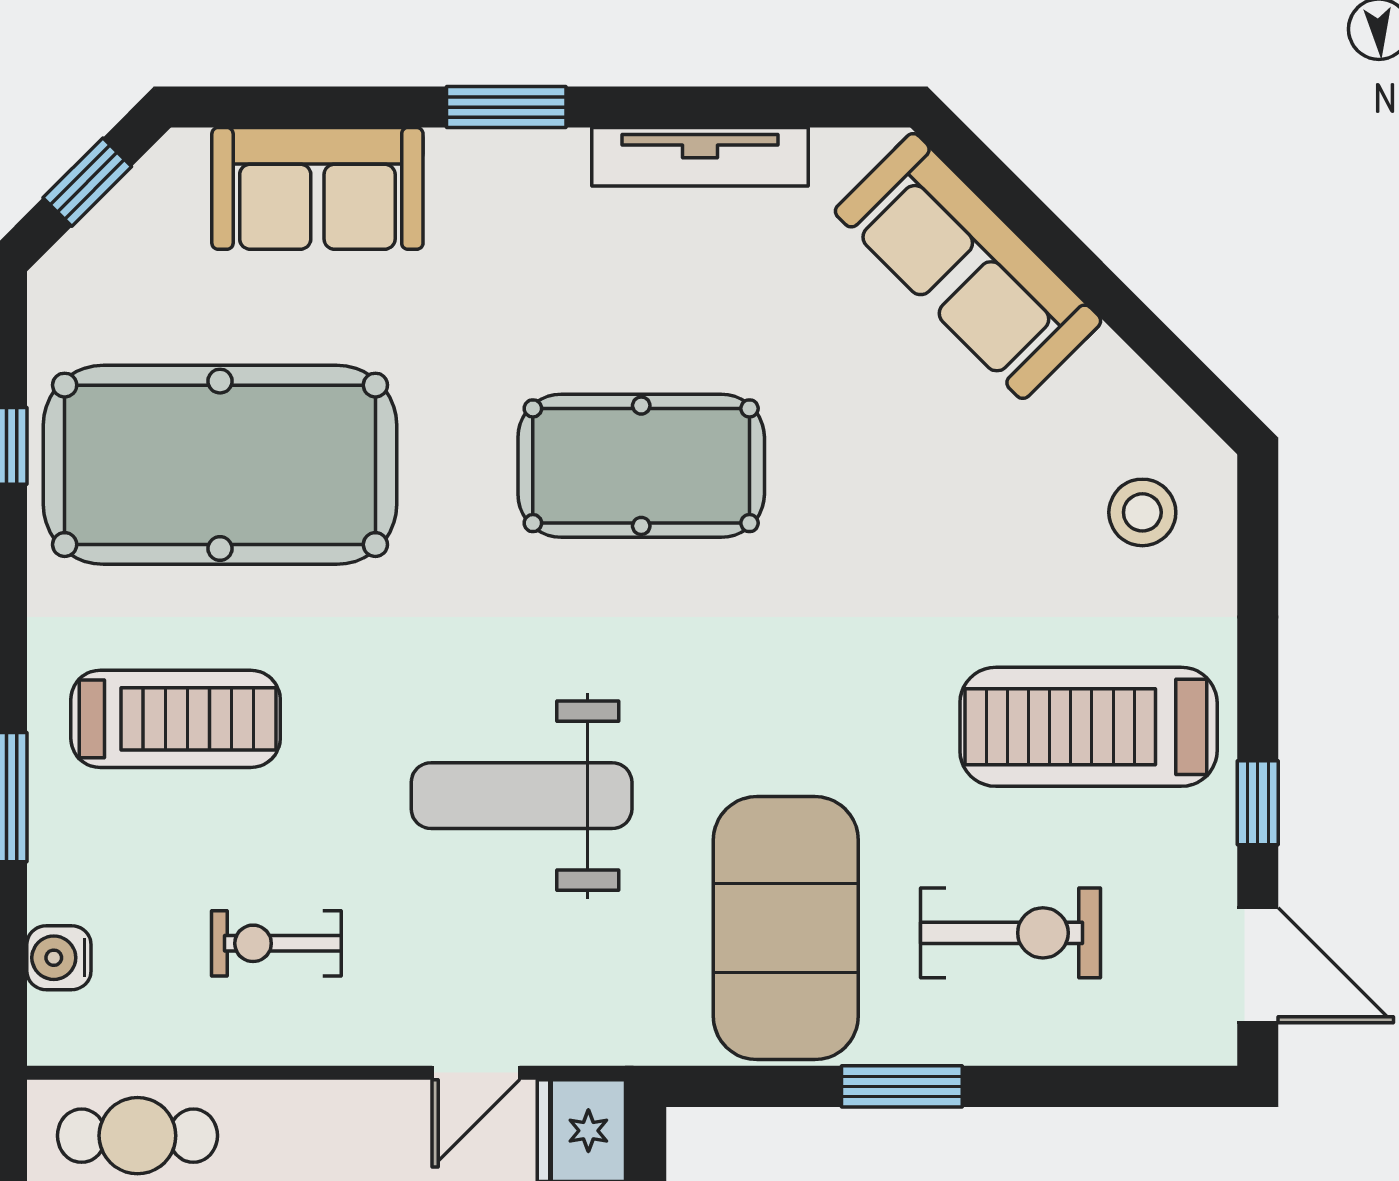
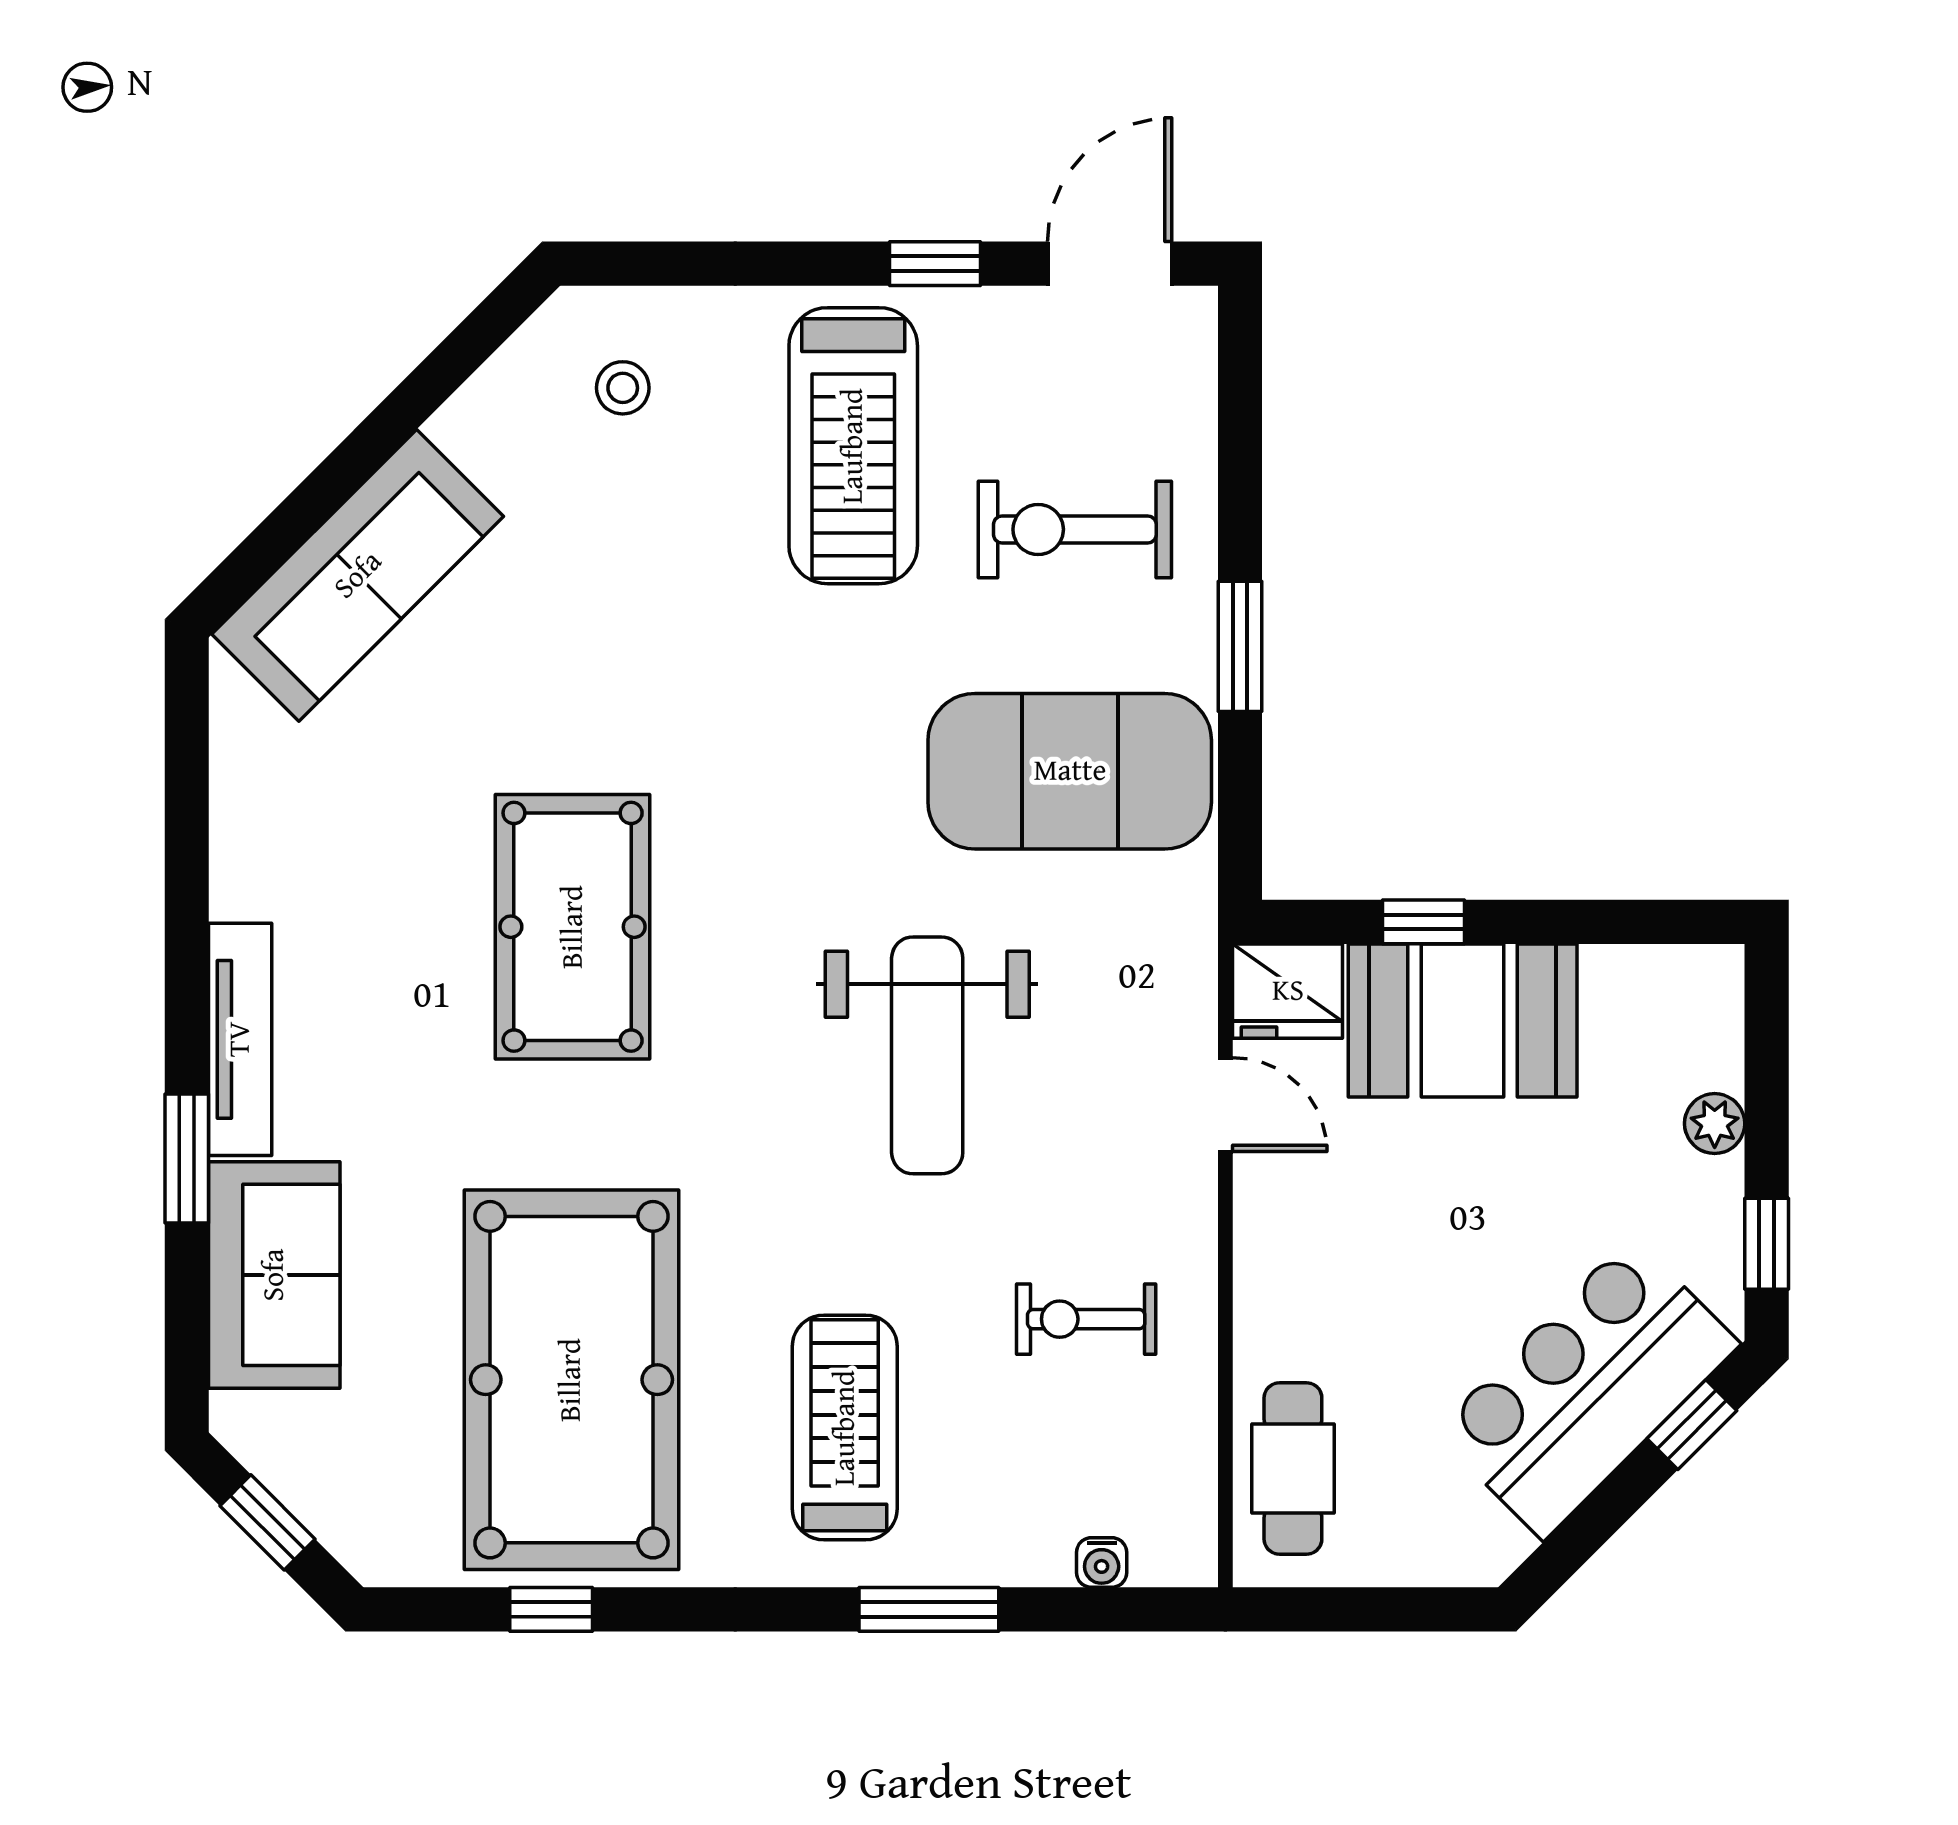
window: (506, 107) -> (187, 1159), moved
tv unit: (700, 157) -> (240, 1039), moved
stool: (1142, 512) -> (623, 388), width x0.73, depth x0.73
exercise bike: (1011, 933) -> (1075, 529), turned -90
exercise bike: (276, 943) -> (1086, 1319), turned 90
water cooler: (59, 958) -> (1102, 1562), width x0.72, depth x0.72

